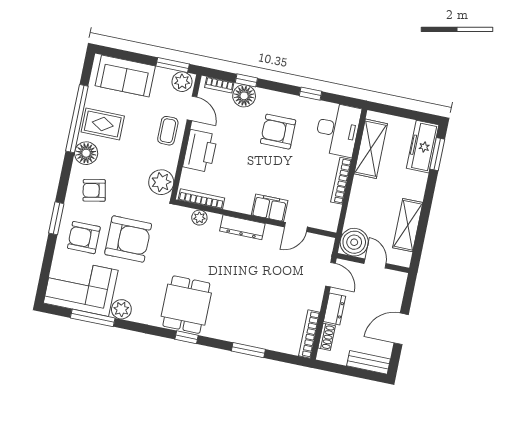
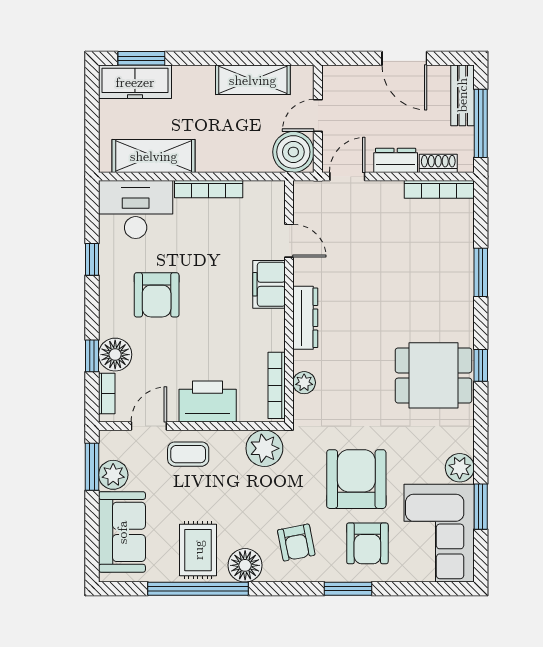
plant: (182, 82) -> (113, 475), moved
window: (93, 318) -> (481, 507), width x0.69
window: (347, 371) -> (481, 123), added

